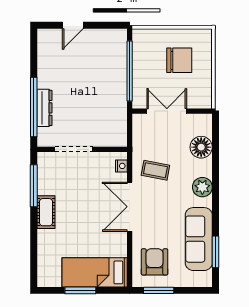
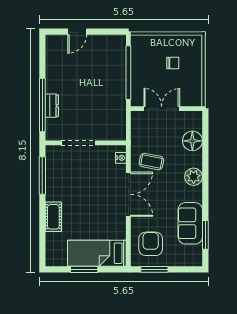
chair: (179, 60) -> (173, 63), width x0.54, depth x0.54
dresser: (44, 108) -> (52, 106), width x0.70
double door: (130, 207) -> (128, 194), swing flipped
cot: (46, 212) -> (53, 217), moved
sofa: (199, 239) -> (190, 223), width x0.73

